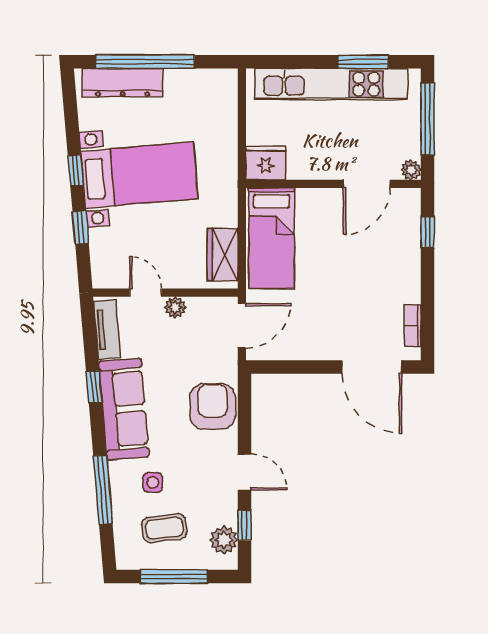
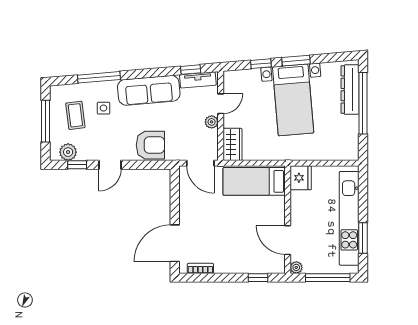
window: (76, 170) -> (296, 61), width x1.50
wardrobe: (223, 255) -> (232, 144), moved, turned 90
window: (94, 387) -> (191, 70), moved

